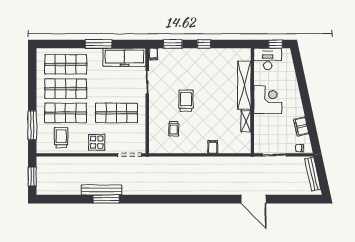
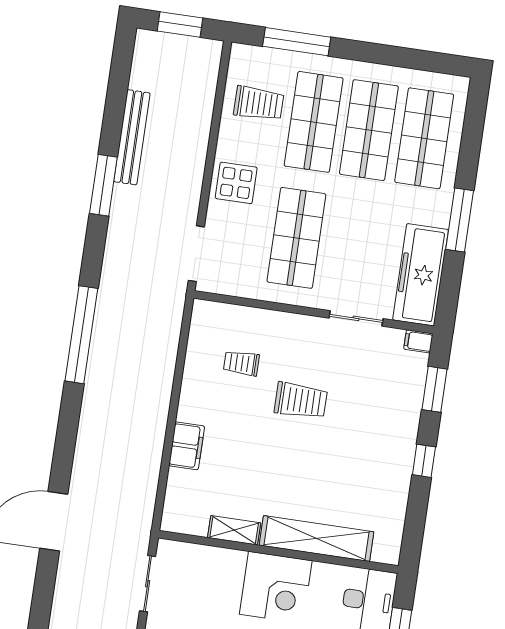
filing cabinet: (213, 147) -> (187, 446), width x2.00
bench: (102, 190) -> (132, 137), moved
window: (172, 199) -> (81, 335), added

